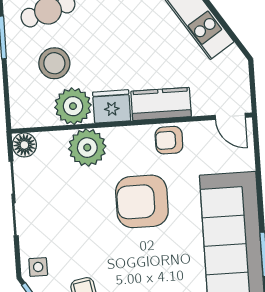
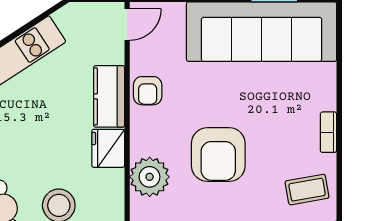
plant: (73, 106) -> (105, 189), removed
armchair: (142, 201) -> (218, 155), moved

